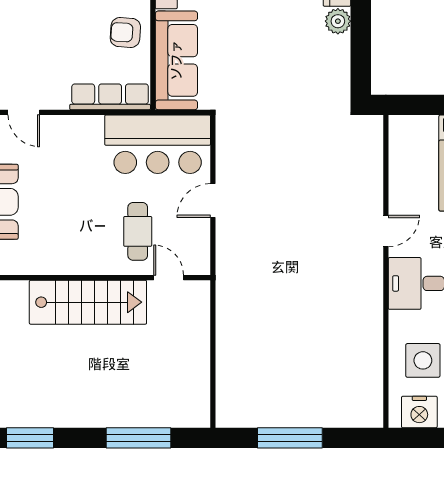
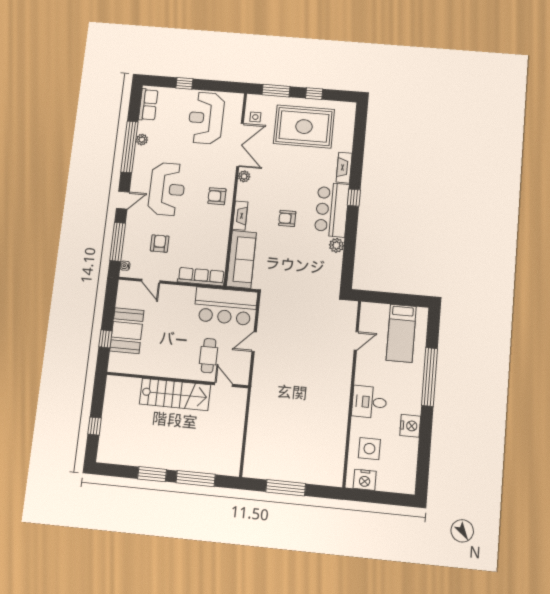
armchair: (125, 32) -> (160, 244), moved, turned 86
door: (386, 231) -> (356, 341), moved
window: (30, 438) -> (152, 474), moved

